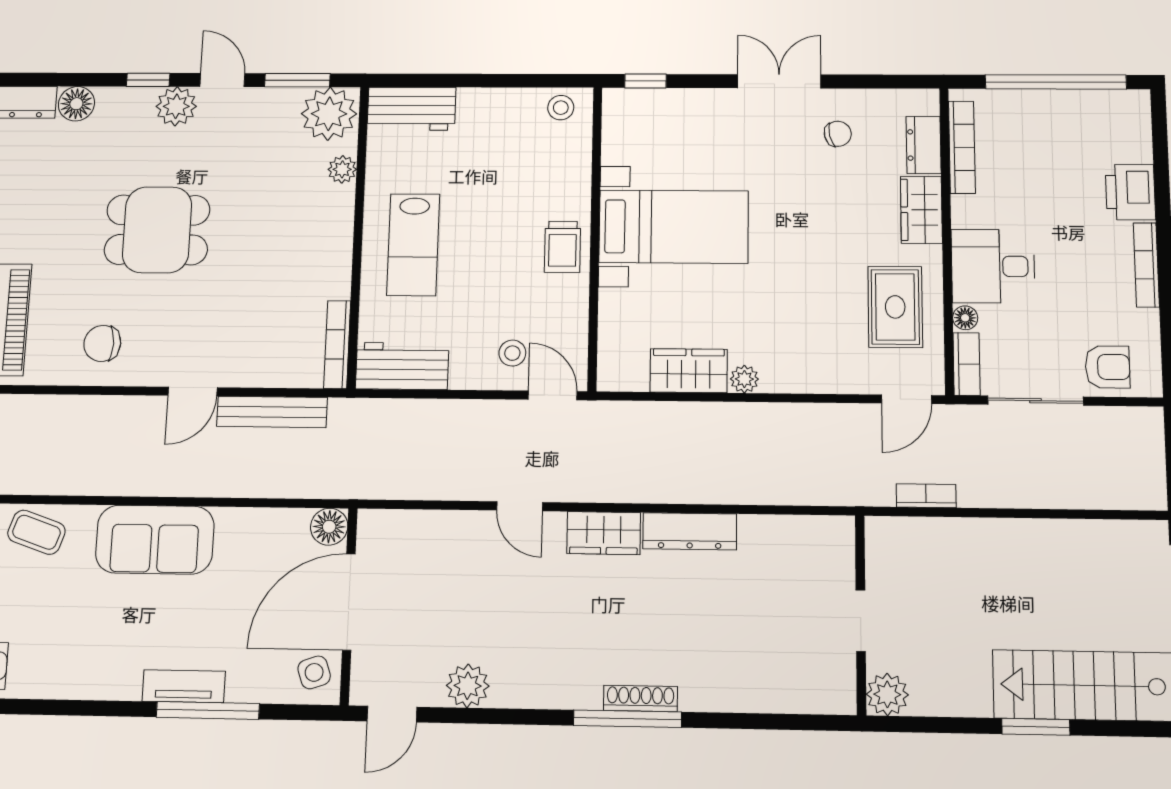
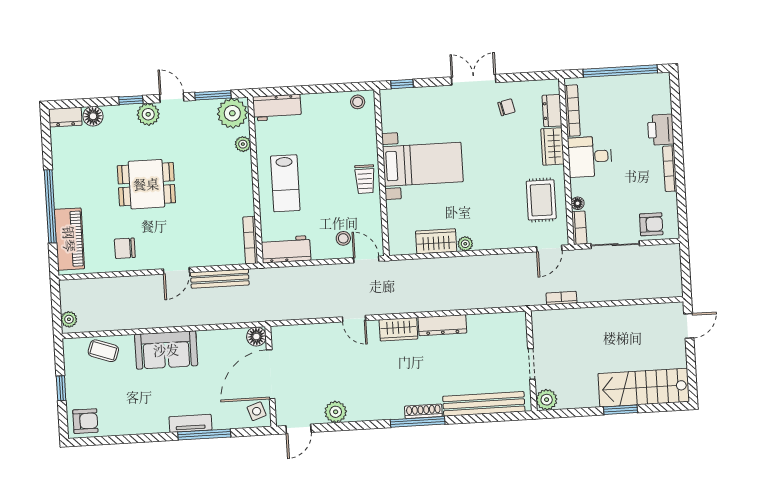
desk: (993, 266) -> (590, 157), moved
bench: (761, 693) -> (484, 404), added

